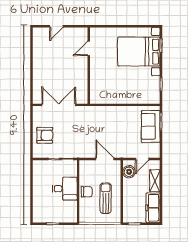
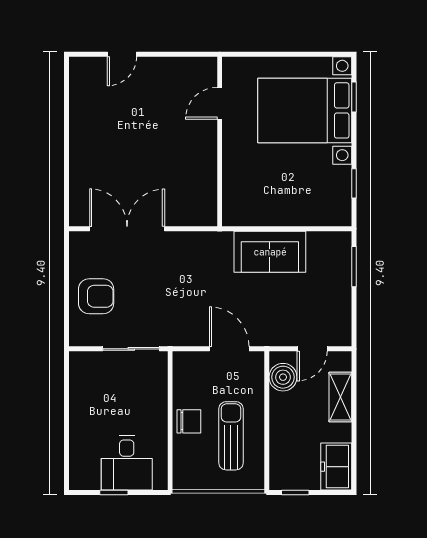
door: (89, 48) -> (220, 103), moved
wall: (89, 66) -> (220, 141), moved
sofa: (151, 126) -> (270, 252), moved, turned -90
desk: (65, 189) -> (127, 463), moved, turned 90
freezer: (153, 208) -> (336, 467), width x0.71

